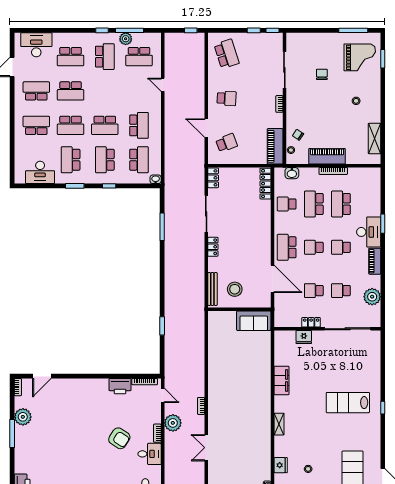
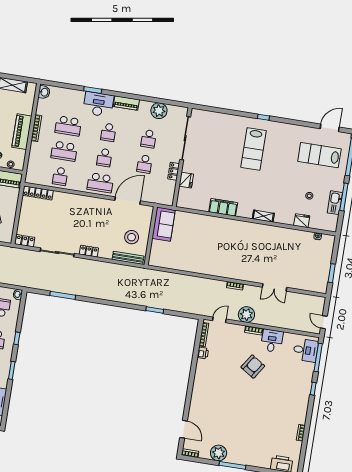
washbasin: (292, 173) -> (44, 92), moved
printer: (120, 386) -> (203, 353), width x0.53, depth x0.68

